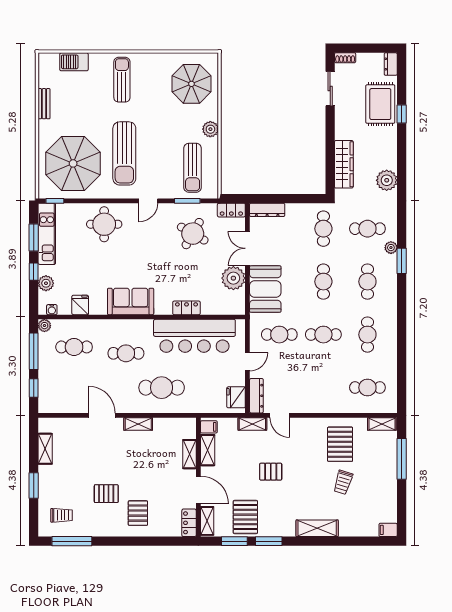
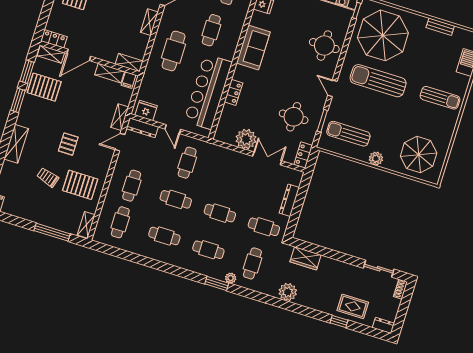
rug: (380, 104) -> (353, 306), width x0.73, depth x0.70
wardrobe: (344, 164) -> (305, 258), width x0.67
dresser: (267, 210) -> (289, 200), moved
round table: (193, 234) -> (294, 117), turned -30
booth: (265, 289) -> (229, 163), removed
cafe table: (323, 335) -> (176, 199), turned 90
cafe table: (323, 388) -> (132, 186), added
shelving: (189, 454) -> (129, 63), moved
pallet: (271, 472) -> (68, 144), moved

